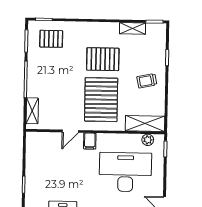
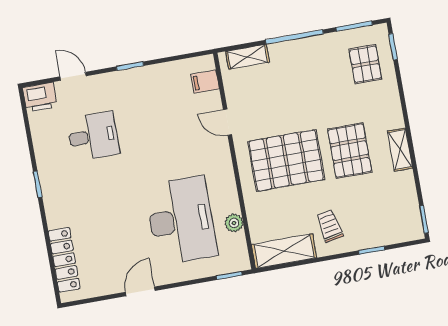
shelving: (132, 28) -> (400, 150), moved
shelving: (145, 123) -> (284, 251), moved, turned 90
plant: (148, 140) -> (234, 223), moved
filing cabinet: (90, 141) -> (205, 82), moved

